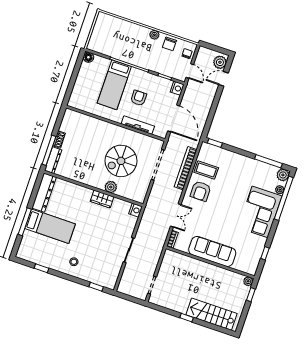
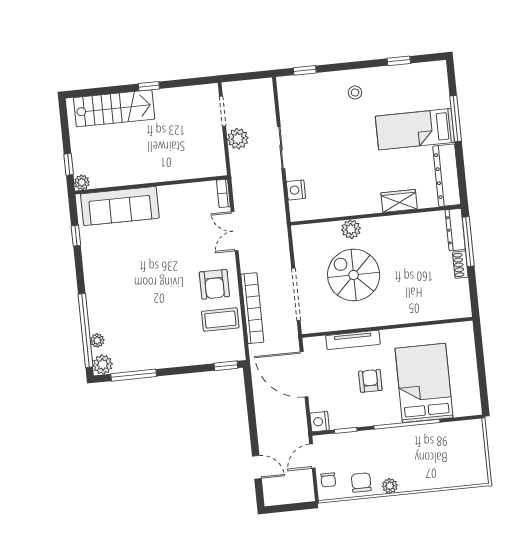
floor lamp: (88, 57) -> (473, 407), removed
plant: (220, 62) -> (238, 139), moved
door: (190, 71) -> (312, 456), hinge flipped
door: (223, 79) -> (257, 467), hinge flipped
bed: (114, 85) -> (424, 383), width x1.50
armchair: (139, 98) -> (370, 381), turned 180
spiral stairs: (121, 161) -> (354, 275), turned -90
armchair: (201, 191) -> (214, 284), turned 180
wardrobe: (102, 199) -> (399, 201), moved
nightstand: (136, 210) -> (296, 190), moved
corner sofa: (260, 212) -> (112, 294), removed
sofa: (212, 251) -> (120, 206), moved

